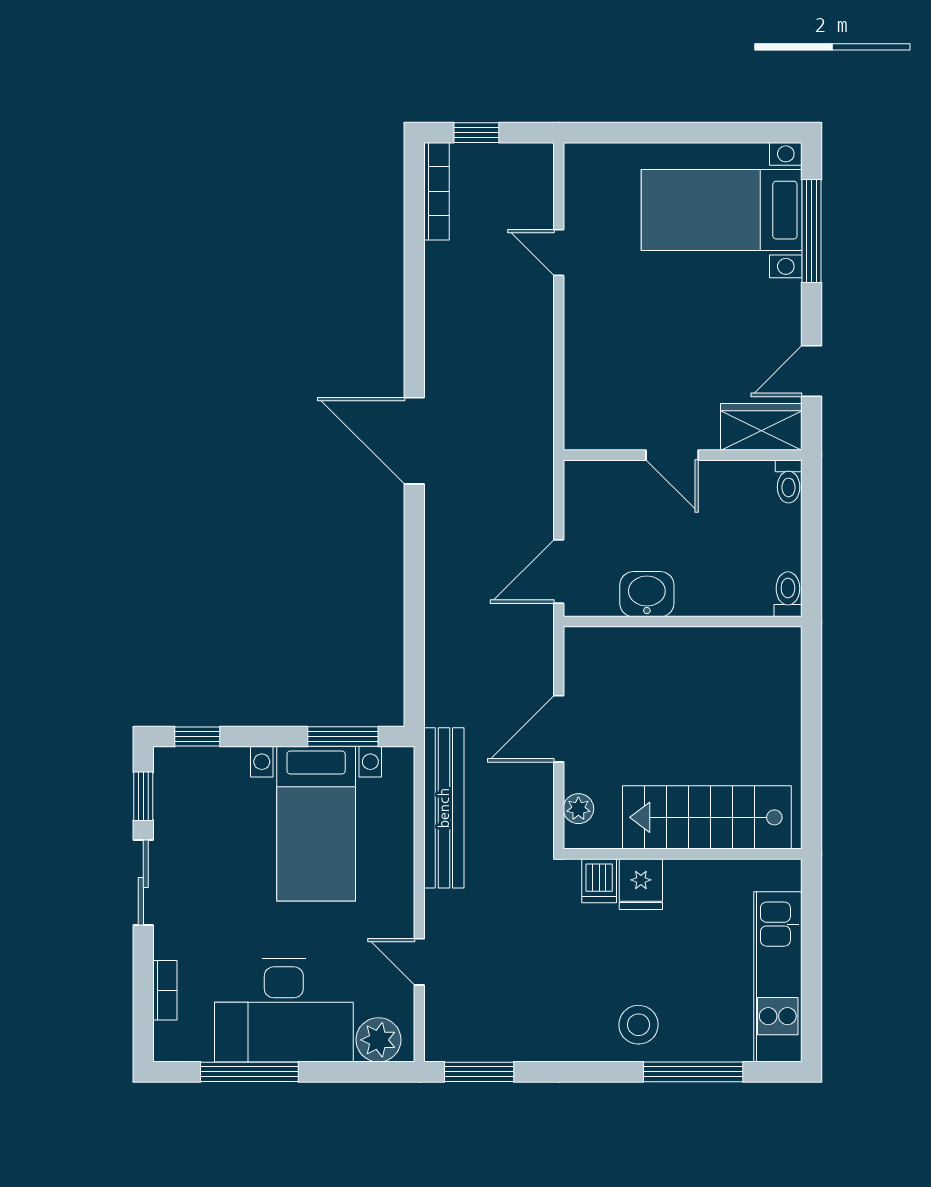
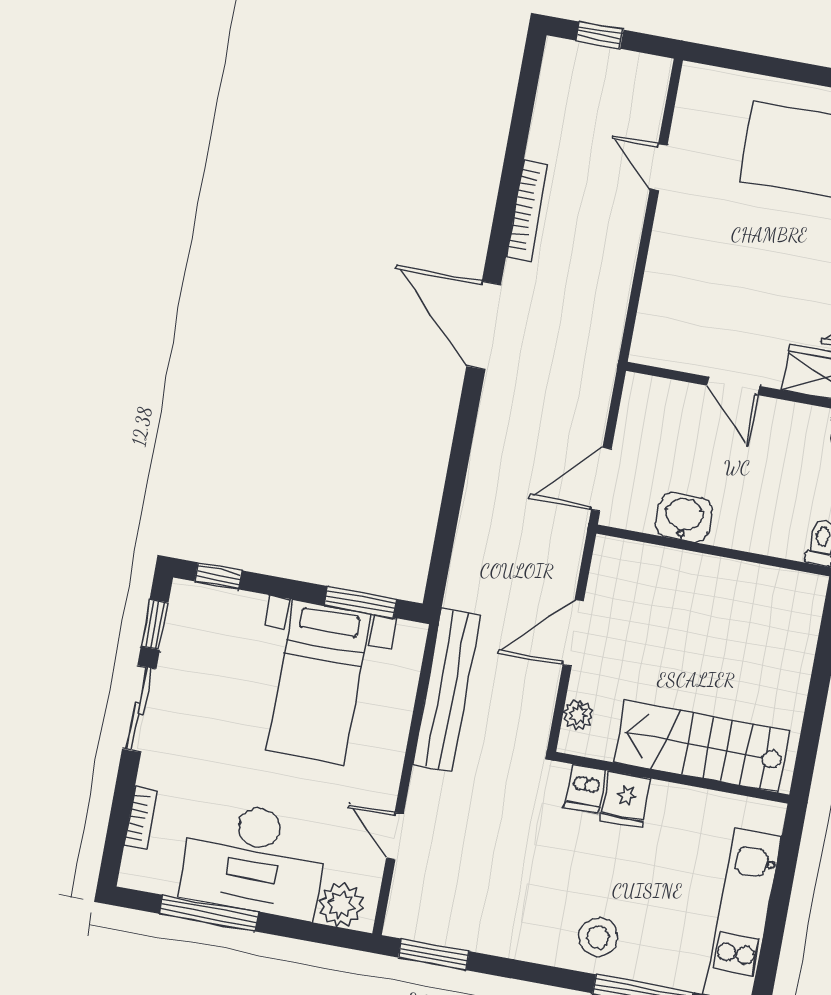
bookcase: (436, 191) -> (527, 210), moved

